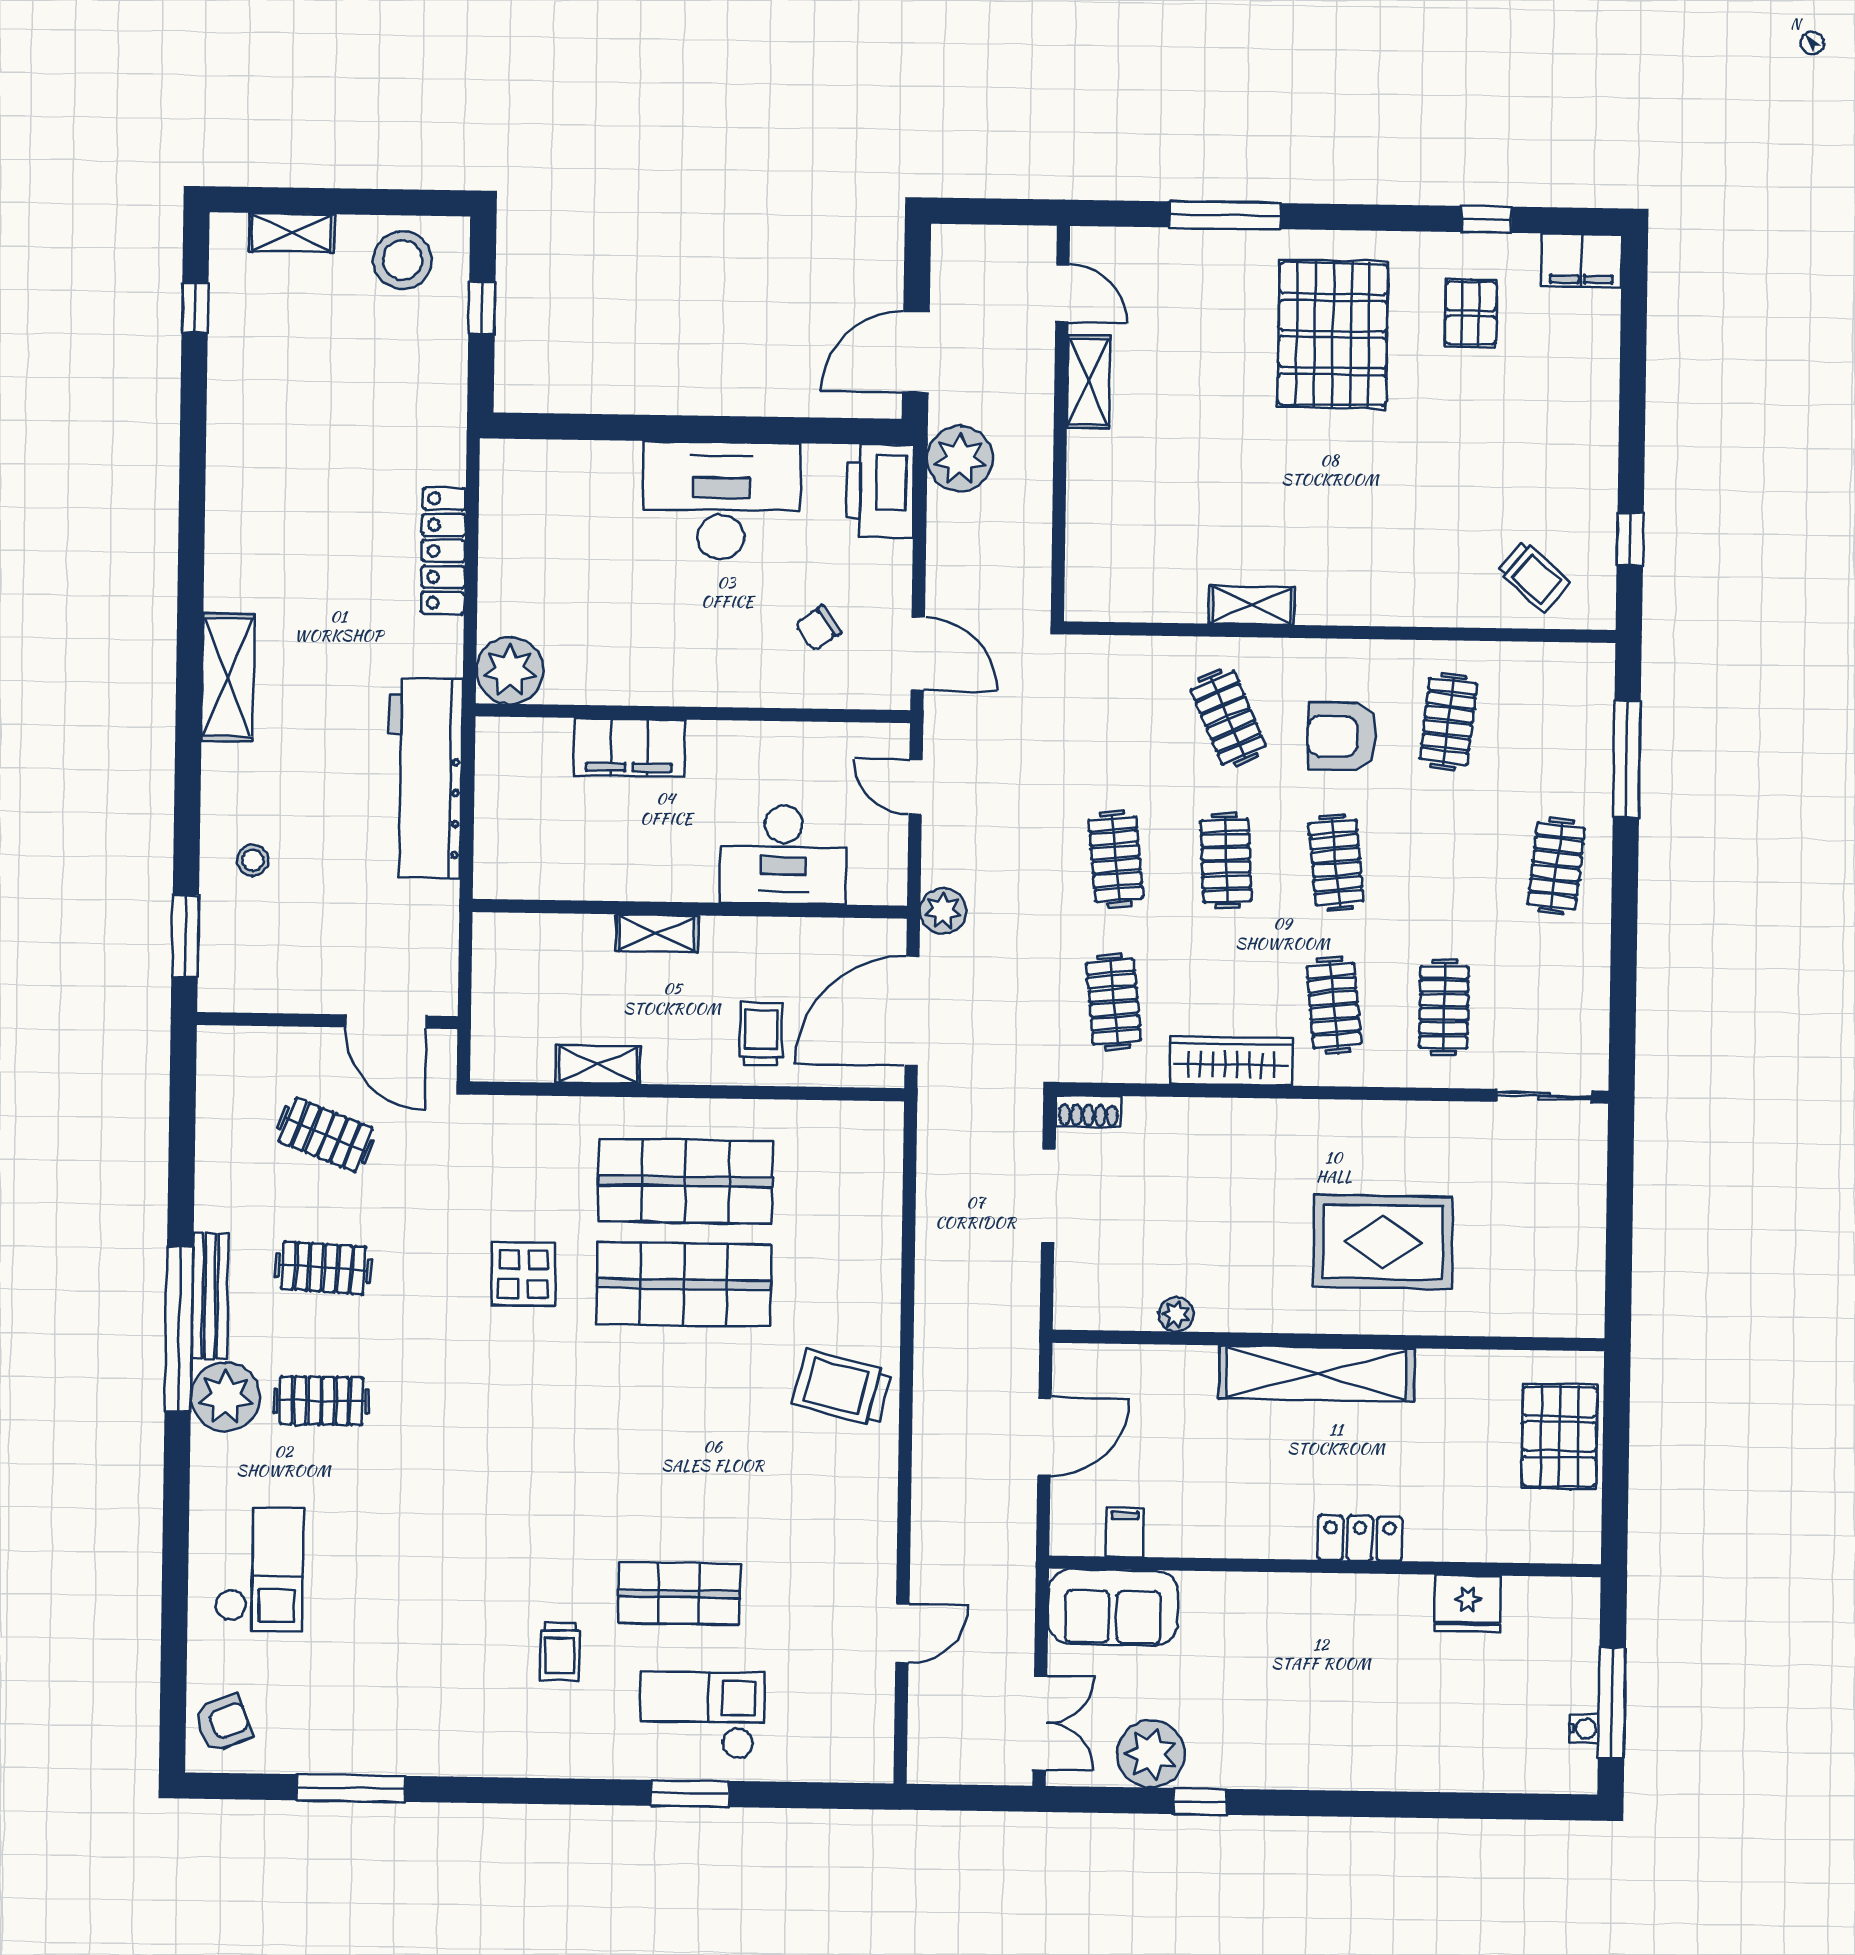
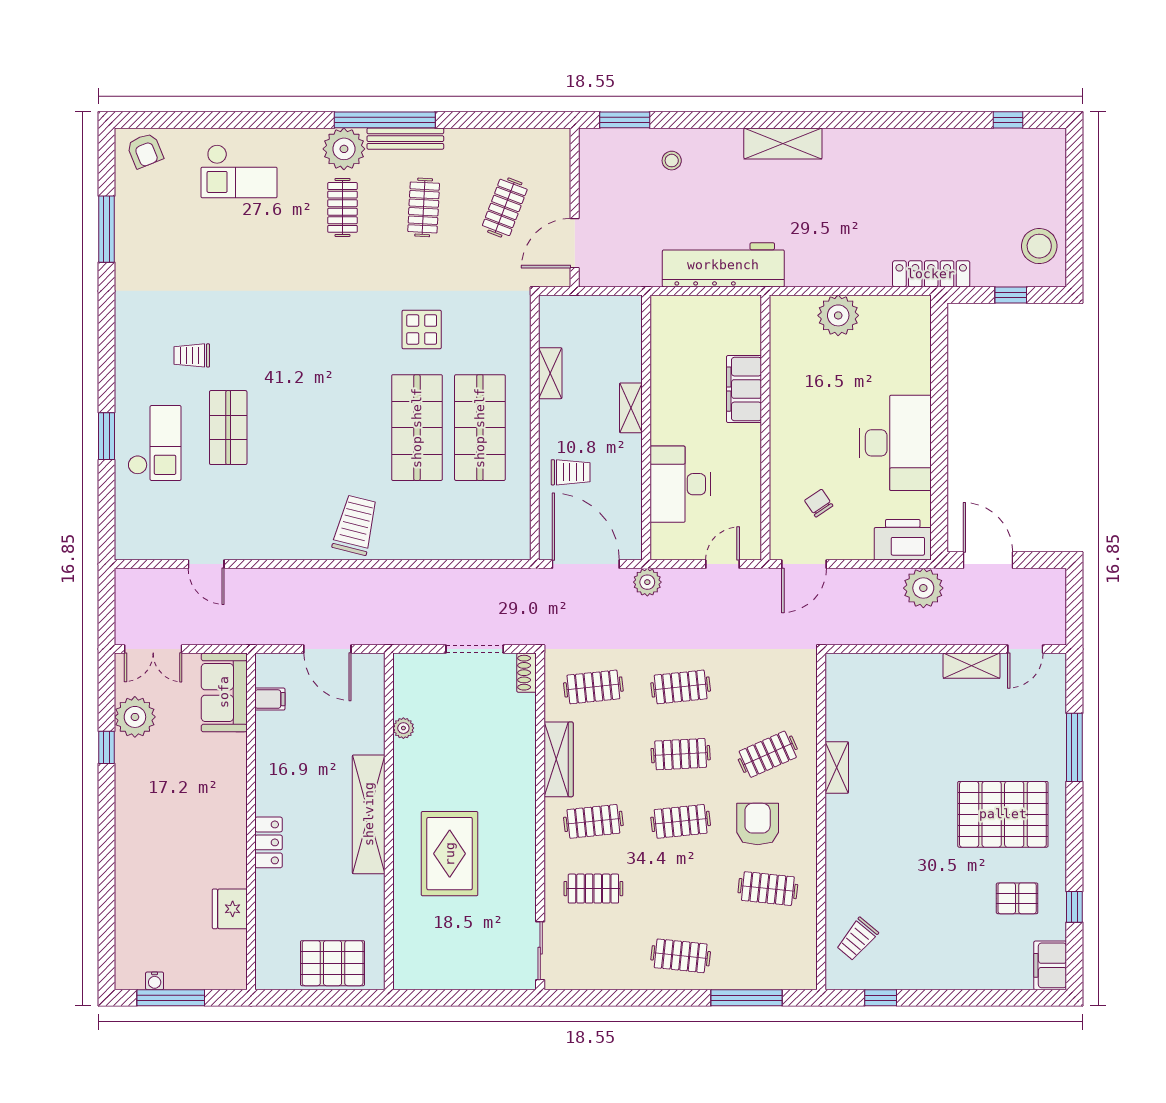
shelving: (292, 233) -> (1055, 178), removed
locker: (444, 551) -> (931, 274), moved
plant: (510, 670) -> (838, 315), moved

